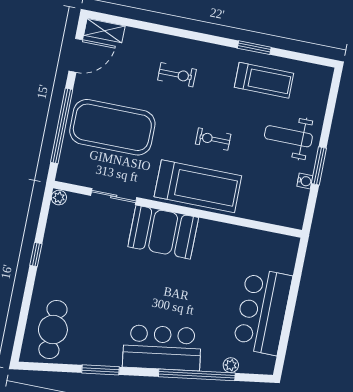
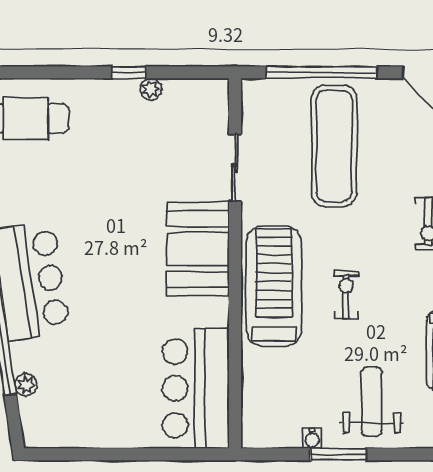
exercise mat: (112, 127) -> (334, 146), width x0.68
treadmill: (198, 186) -> (274, 286), turned 180
plant: (59, 198) -> (151, 89), moved
bar counter: (263, 311) -> (196, 388), moved, turned -90

